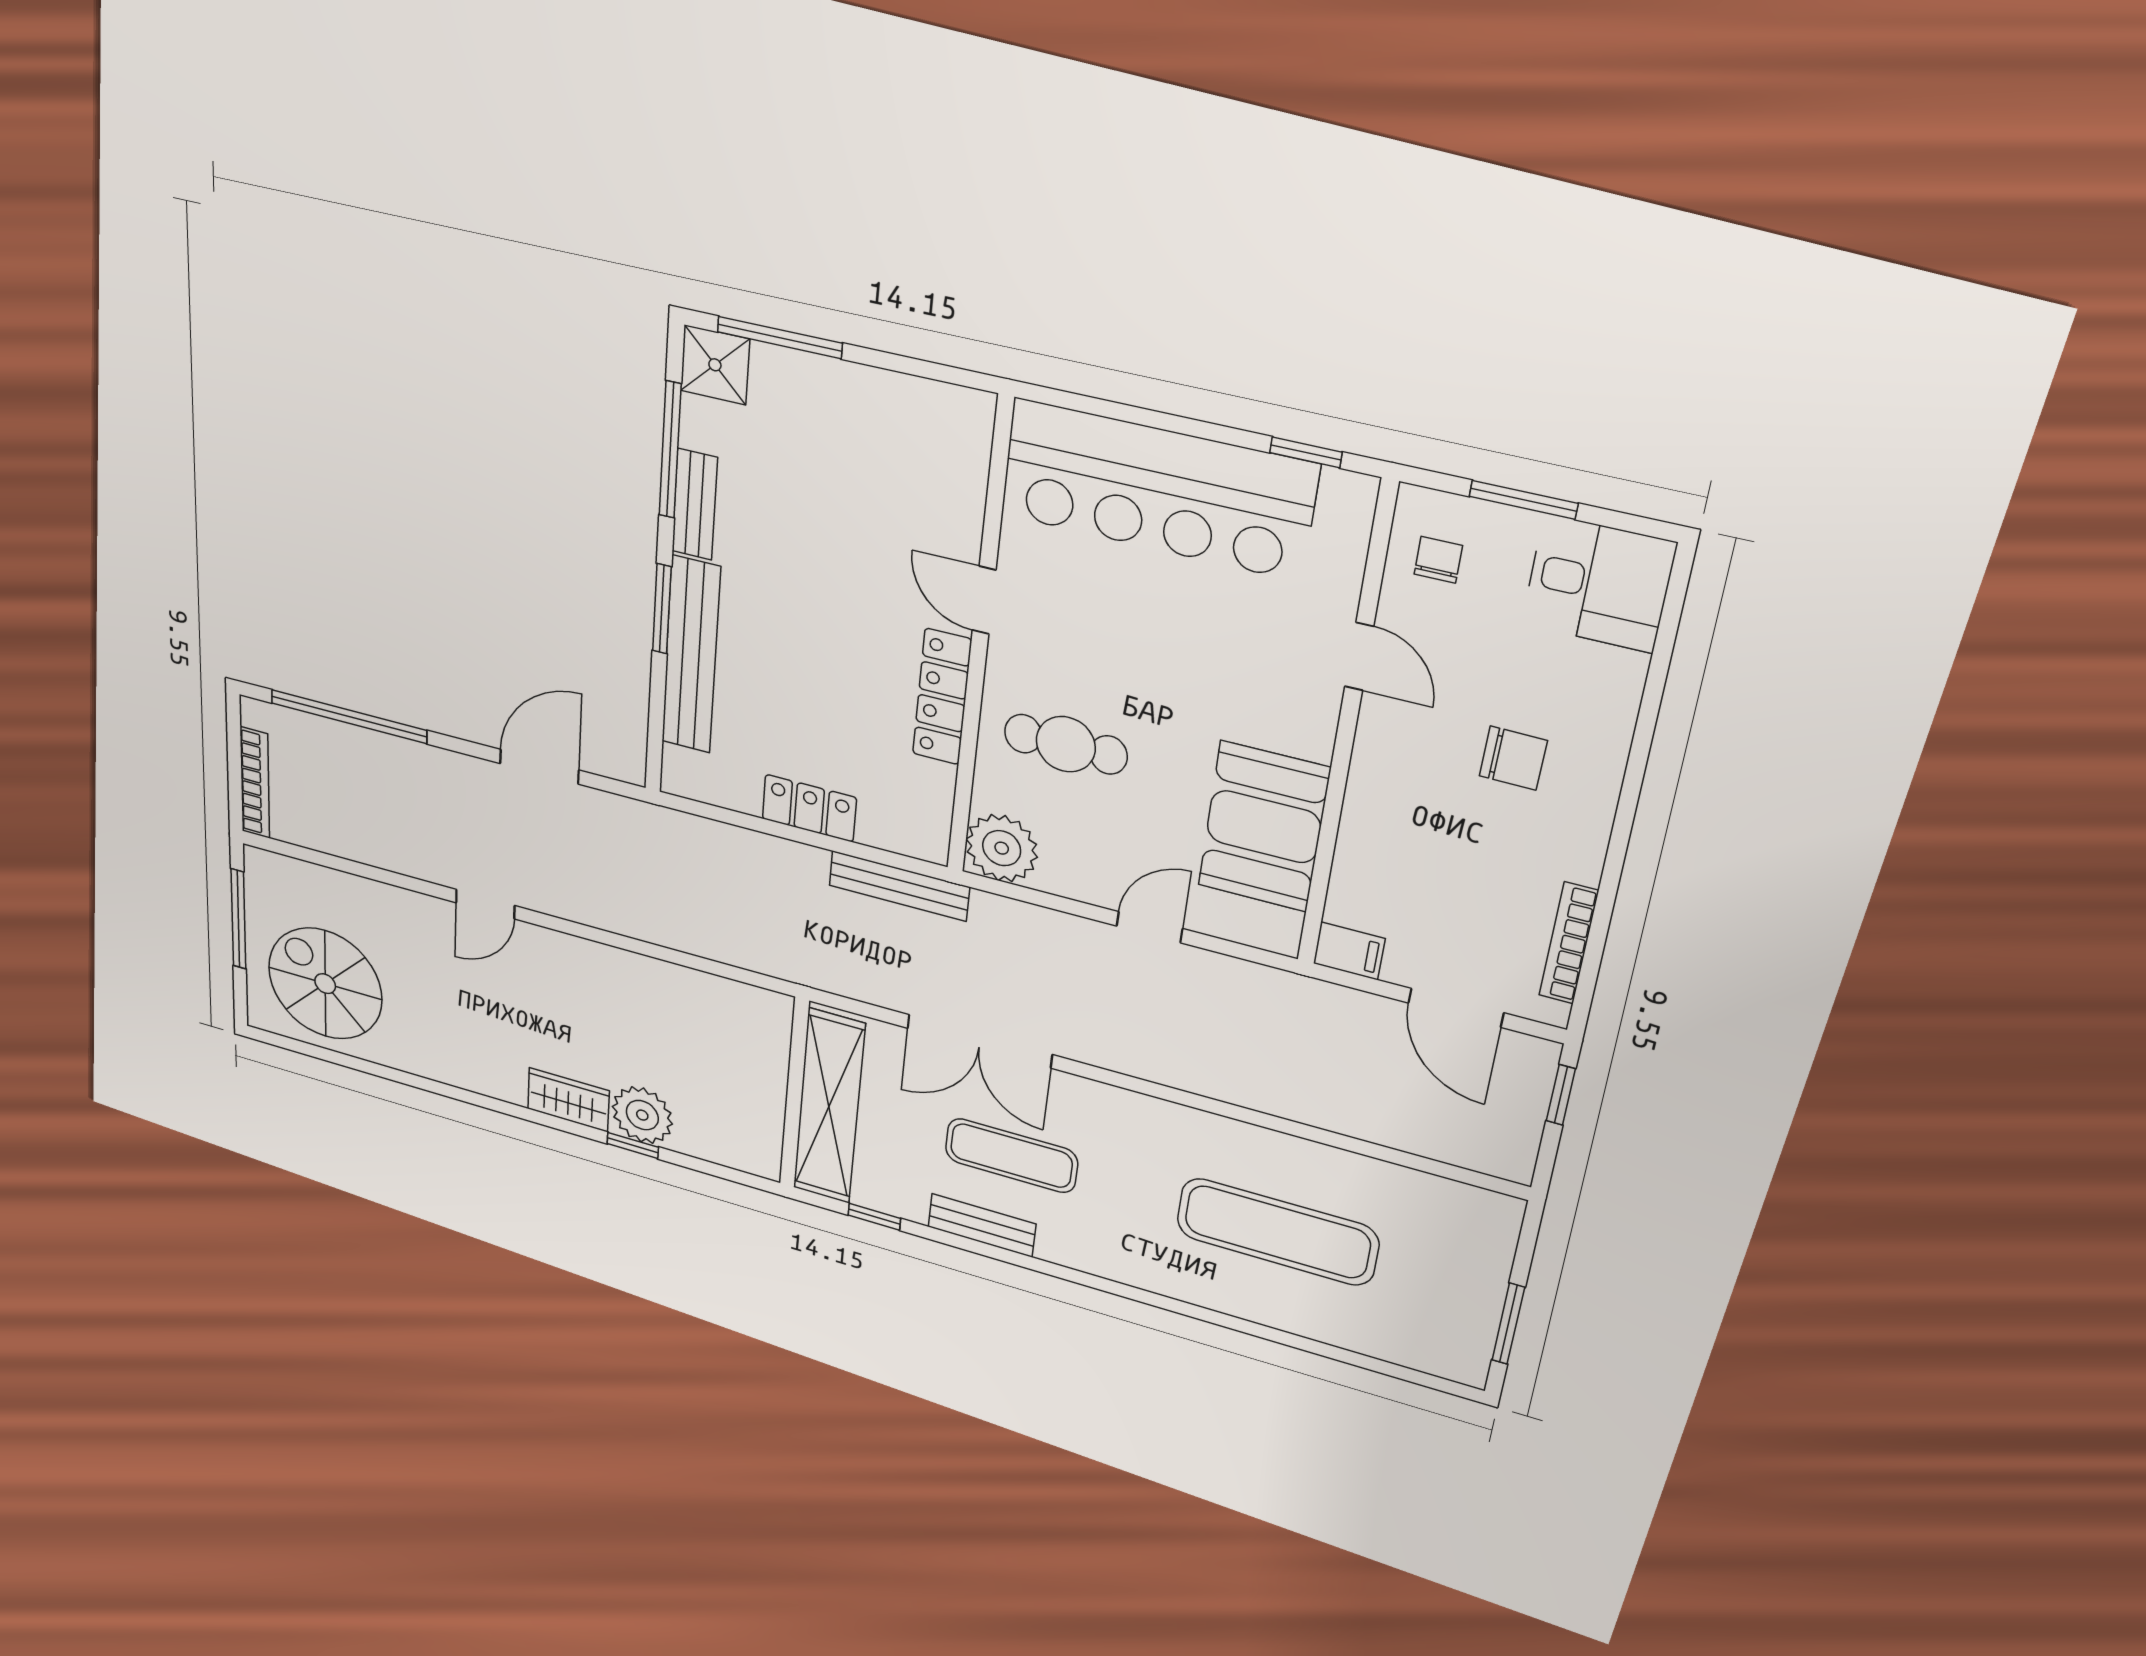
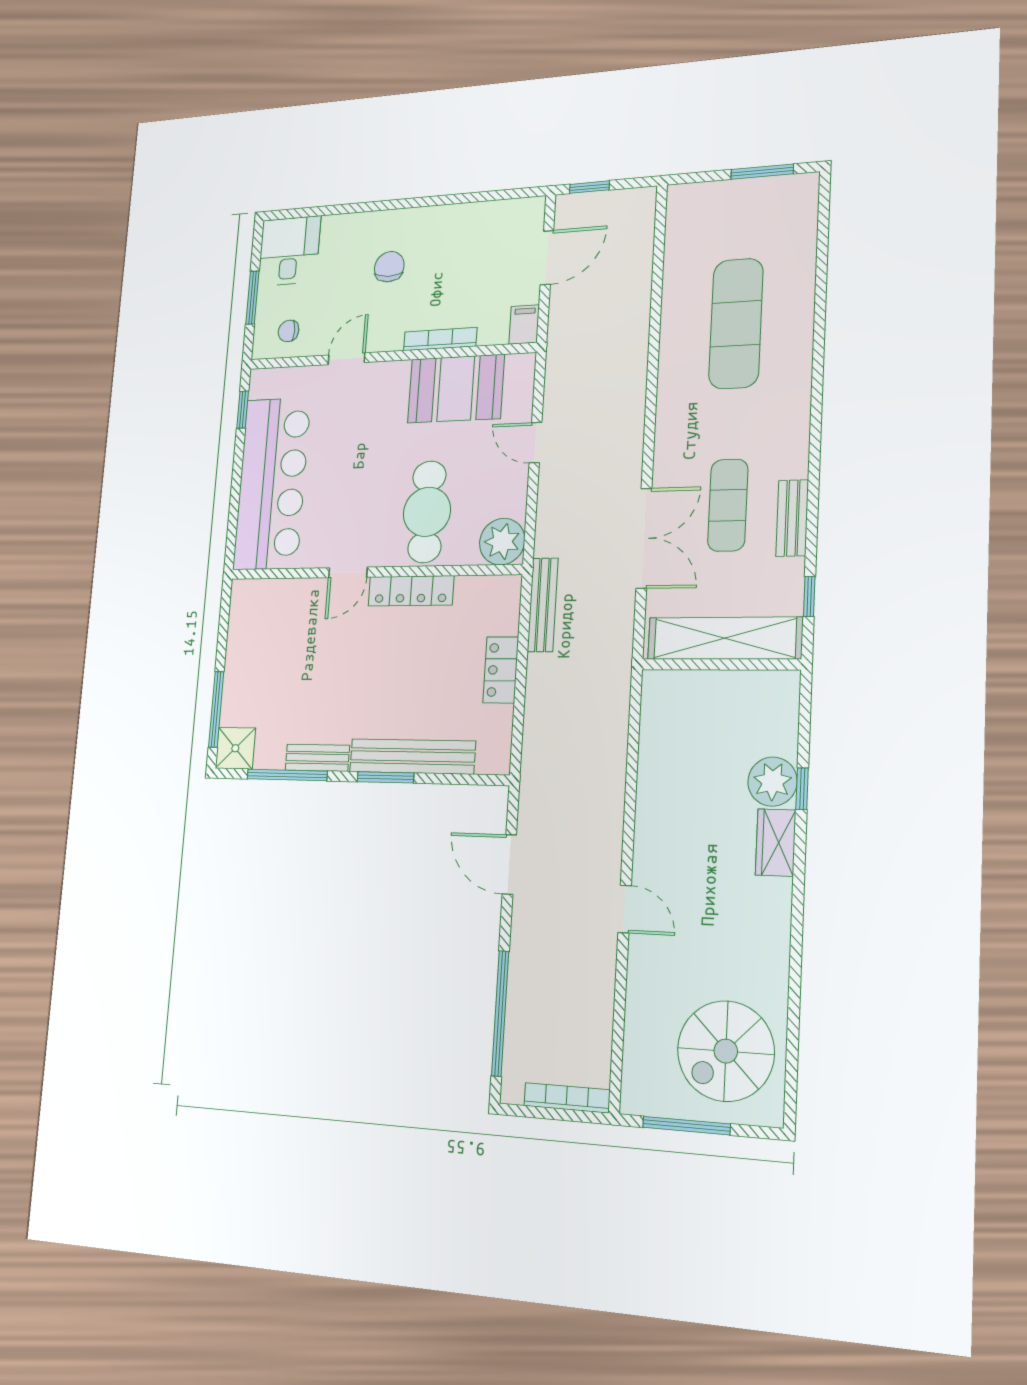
cafe table: (1066, 744) -> (427, 512), width x1.37, depth x1.35
bookcase: (1569, 943) -> (440, 339), moved, turned 180

